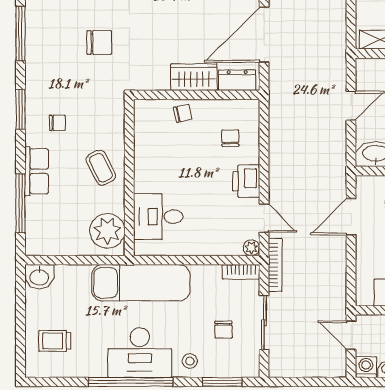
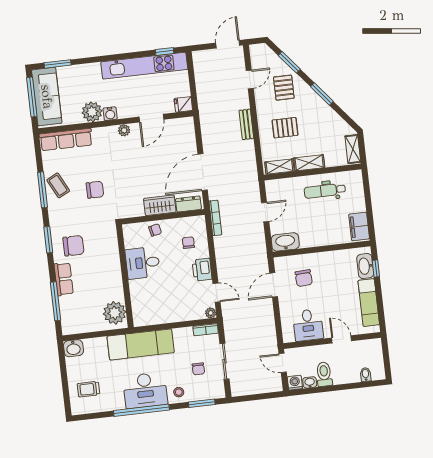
chair: (57, 123) -> (74, 246), width x1.87, depth x1.87
coffee table: (101, 168) -> (58, 185), moved
desk: (158, 217) -> (143, 263), moved
bookcase: (275, 265) -> (215, 218), moved

